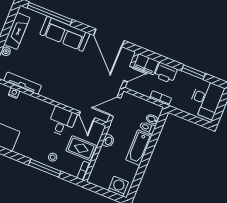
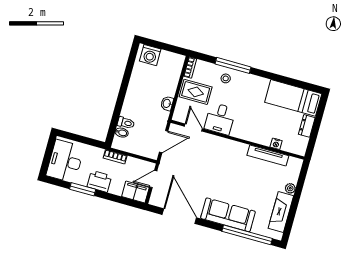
printer: (166, 73) -> (99, 181), moved
bathtub: (139, 148) -> (133, 100), removed

